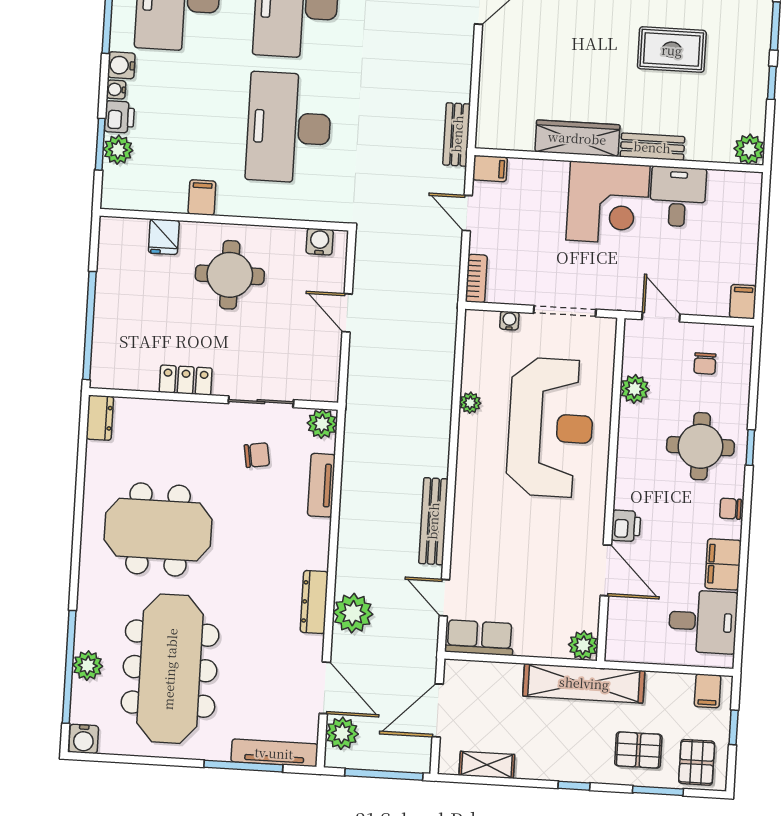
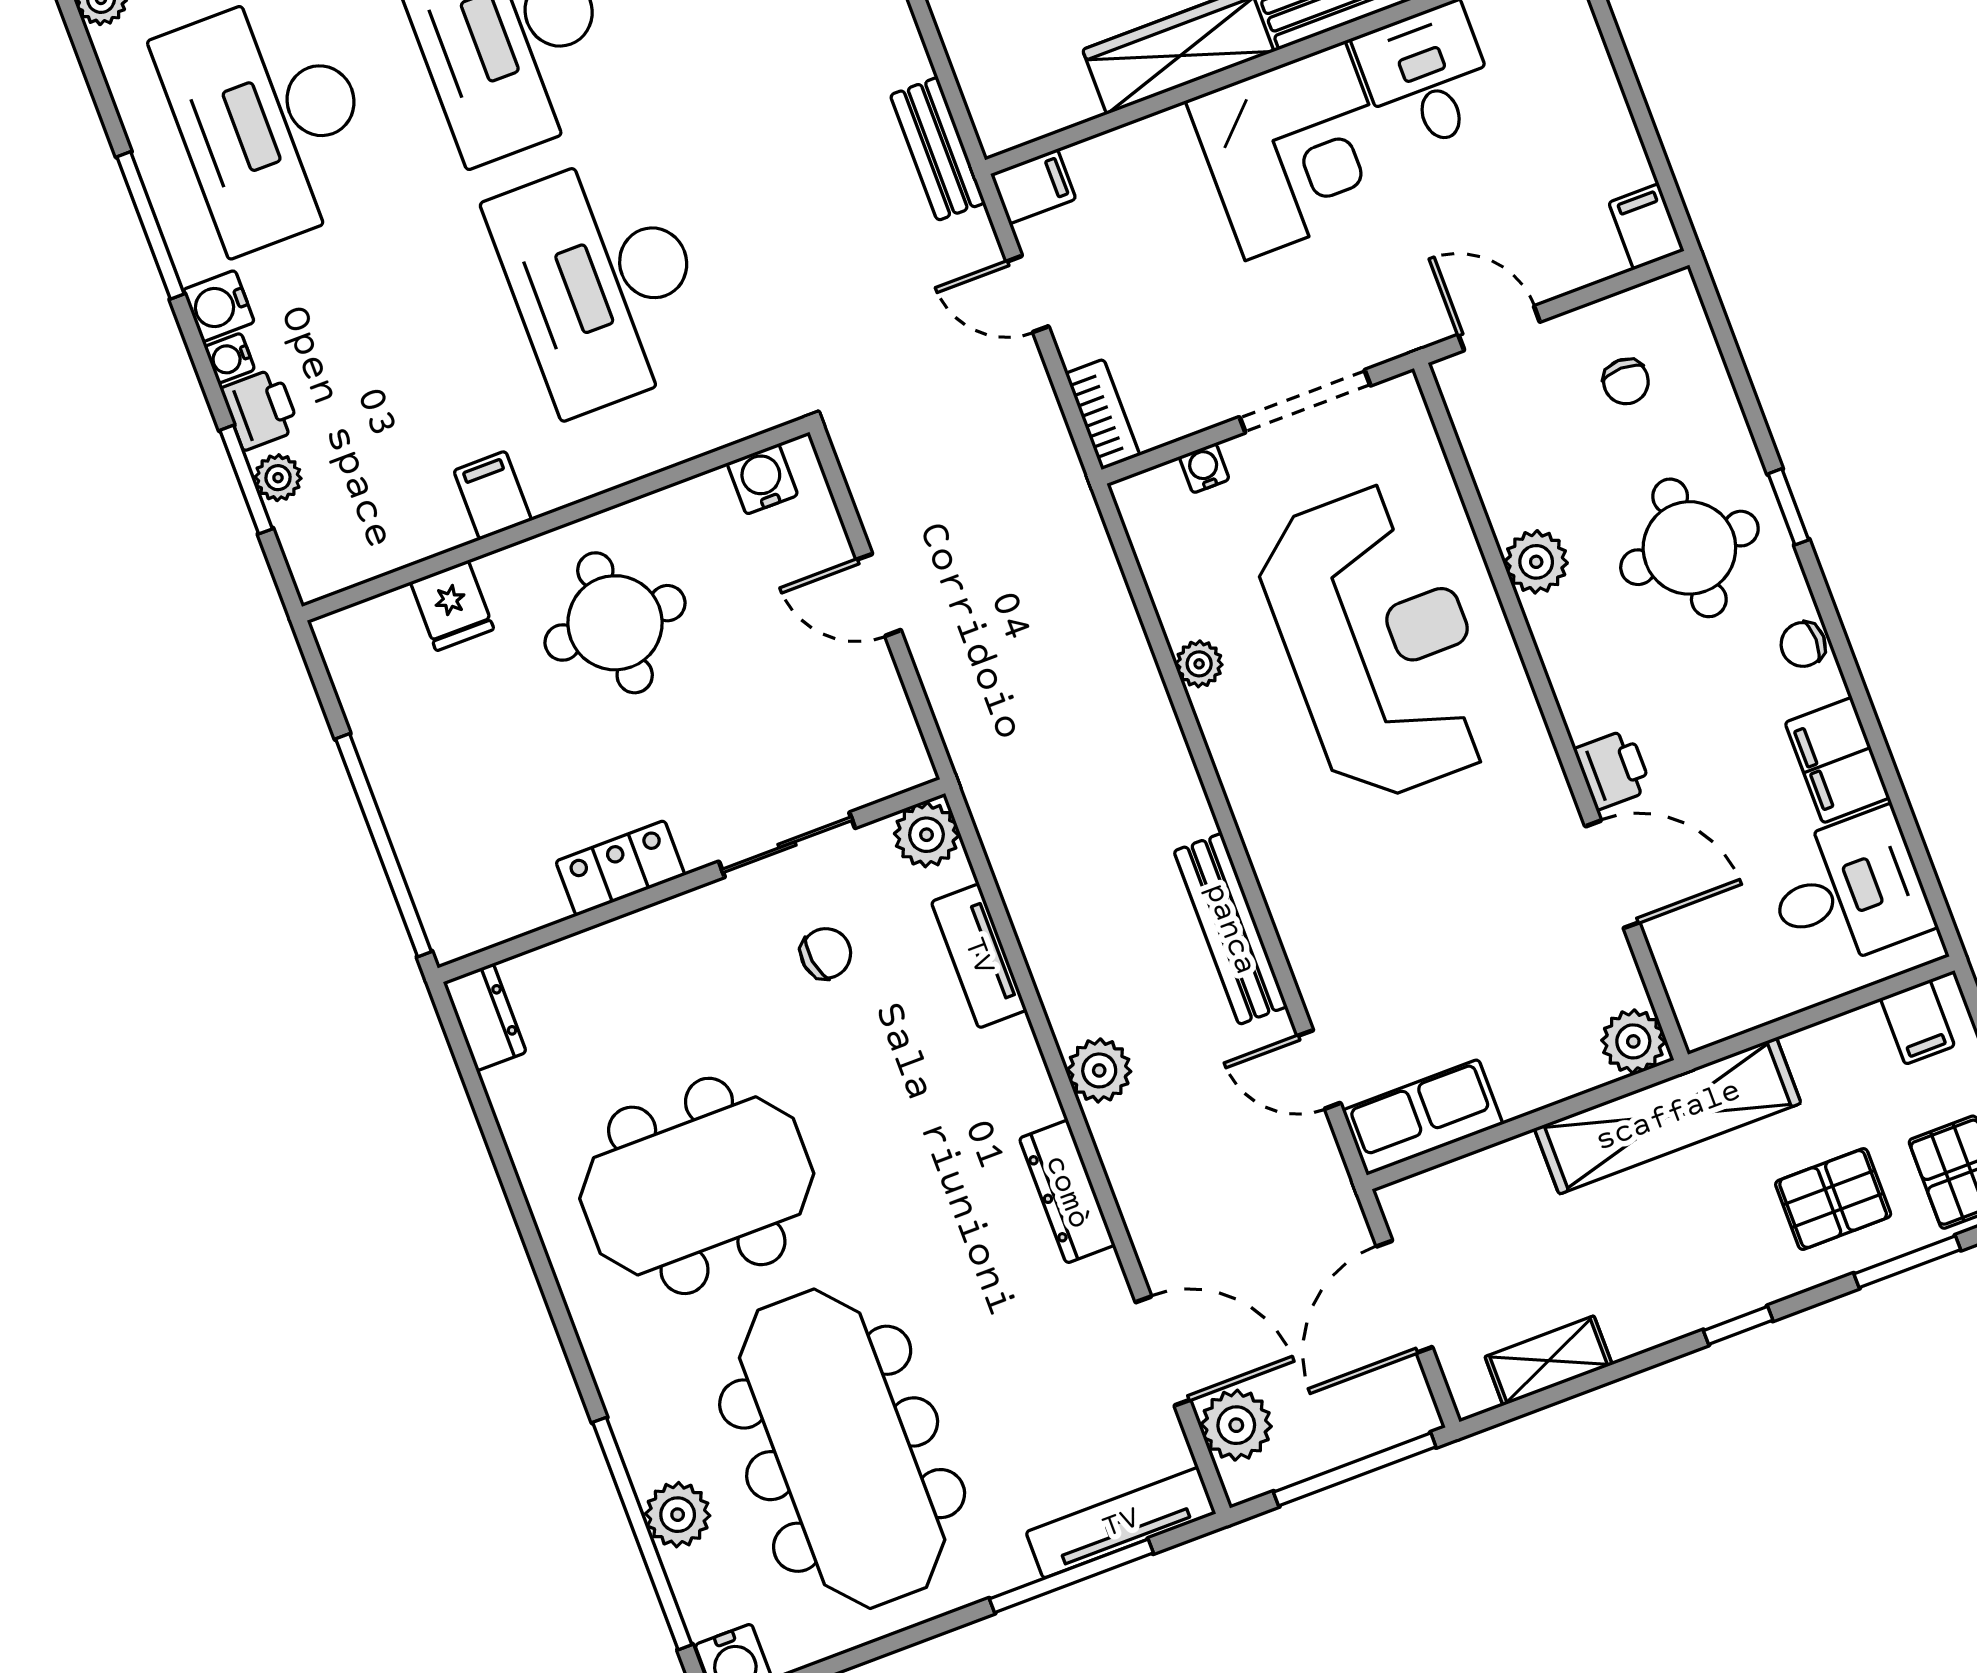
plant: (118, 150) -> (278, 478), width x0.73, depth x0.73
plant: (635, 389) -> (1536, 562), moved
plant: (353, 613) -> (1099, 1070), moved, width x0.73, depth x0.73

